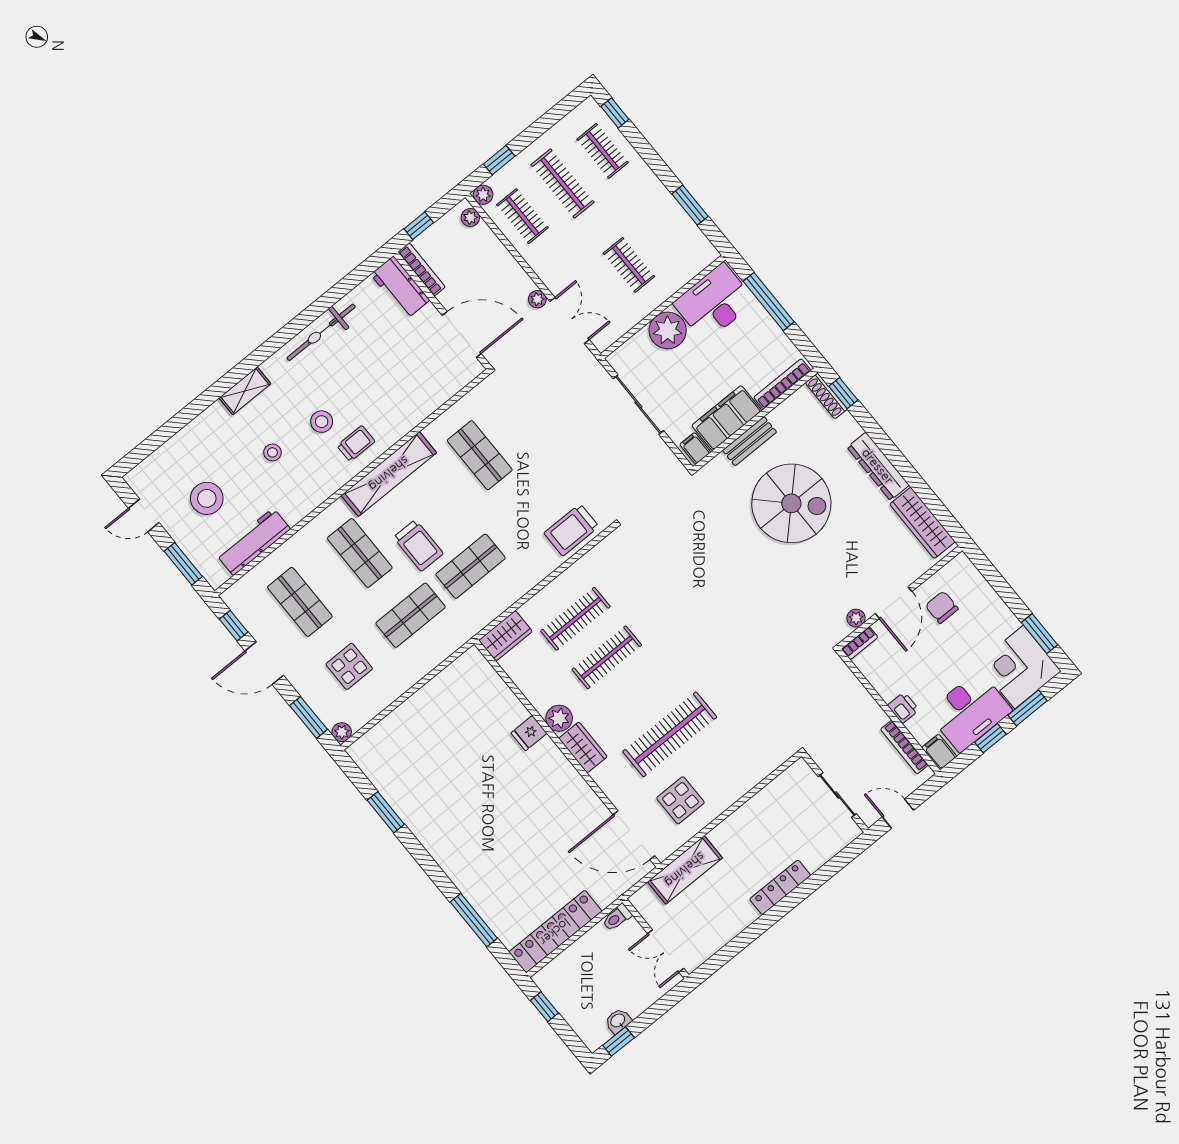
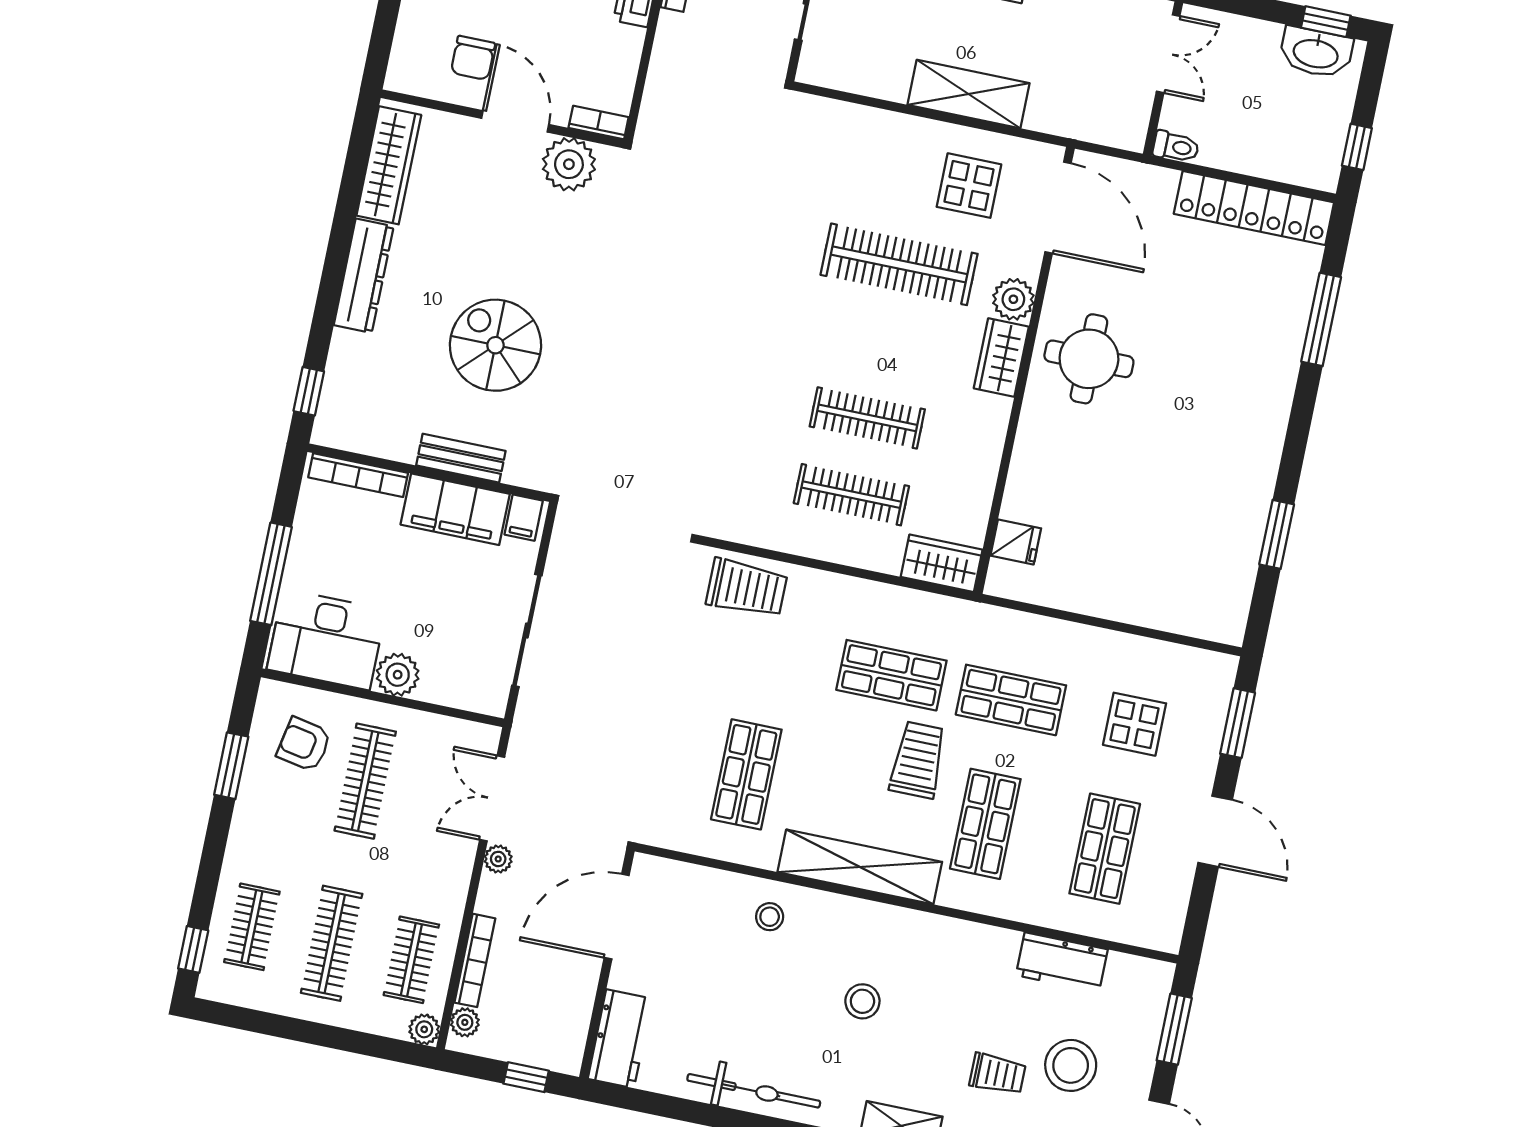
window: (499, 160) -> (366, 1044), removed
armchair: (671, 250) -> (304, 744), added
clothes rail: (629, 265) -> (365, 781), width x1.36
bookcase: (422, 269) -> (475, 960), moved, turned 180
plant: (668, 330) -> (398, 675), width x0.73, depth x0.73
door: (462, 335) -> (617, 917), hinge flipped
shoe rack: (826, 396) -> (329, 409), removed
trolley: (356, 444) -> (998, 1074), moved, turned 180
stool: (272, 452) -> (770, 917), moved
spiral stairs: (791, 503) -> (495, 345), width x0.73, depth x0.73
workbench: (253, 542) -> (1062, 962), width x0.73
door: (894, 603) -> (515, 121), hinge flipped
plant: (856, 618) -> (569, 164), width x1.88, depth x1.88
window: (234, 626) -> (1200, 906), removed
plant: (559, 718) -> (1013, 299), moved
plant: (342, 732) -> (1222, 668), removed
fridge: (529, 733) -> (1016, 542), moved
round table: (547, 790) -> (1089, 359), added
shelving: (685, 870) -> (968, 94), moved
washbasin: (618, 1021) -> (1316, 52), width x1.91, depth x1.45

